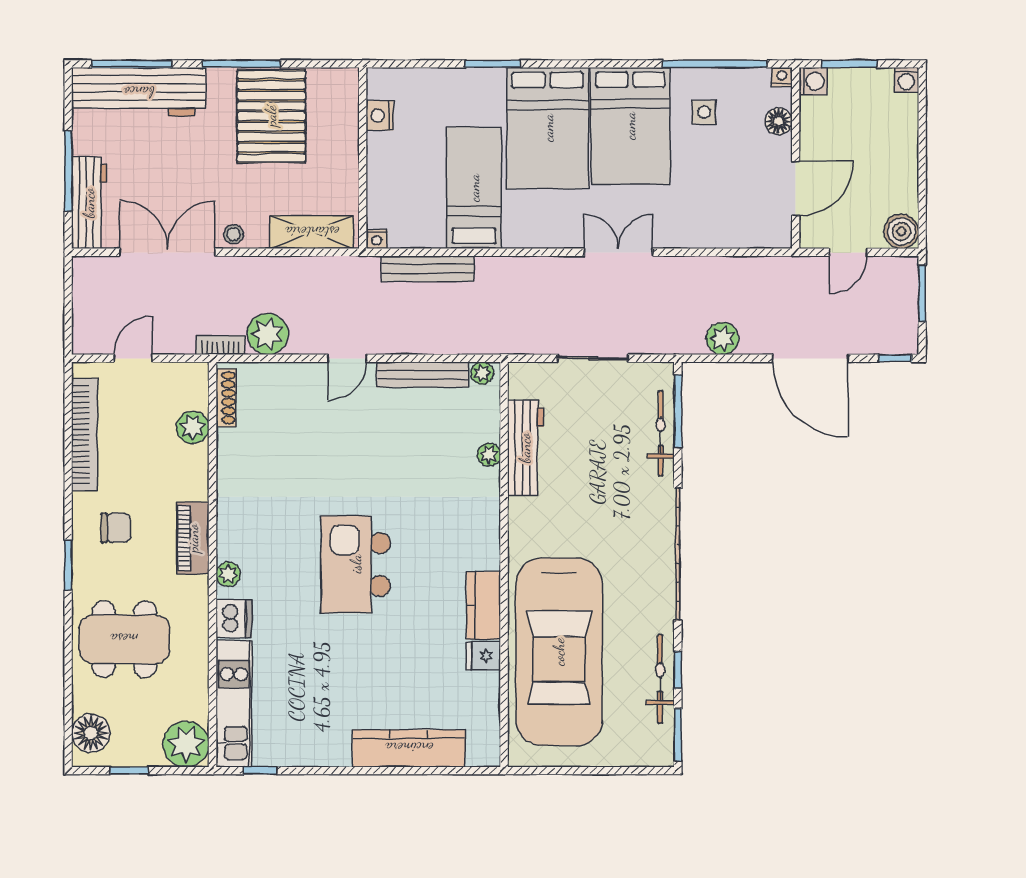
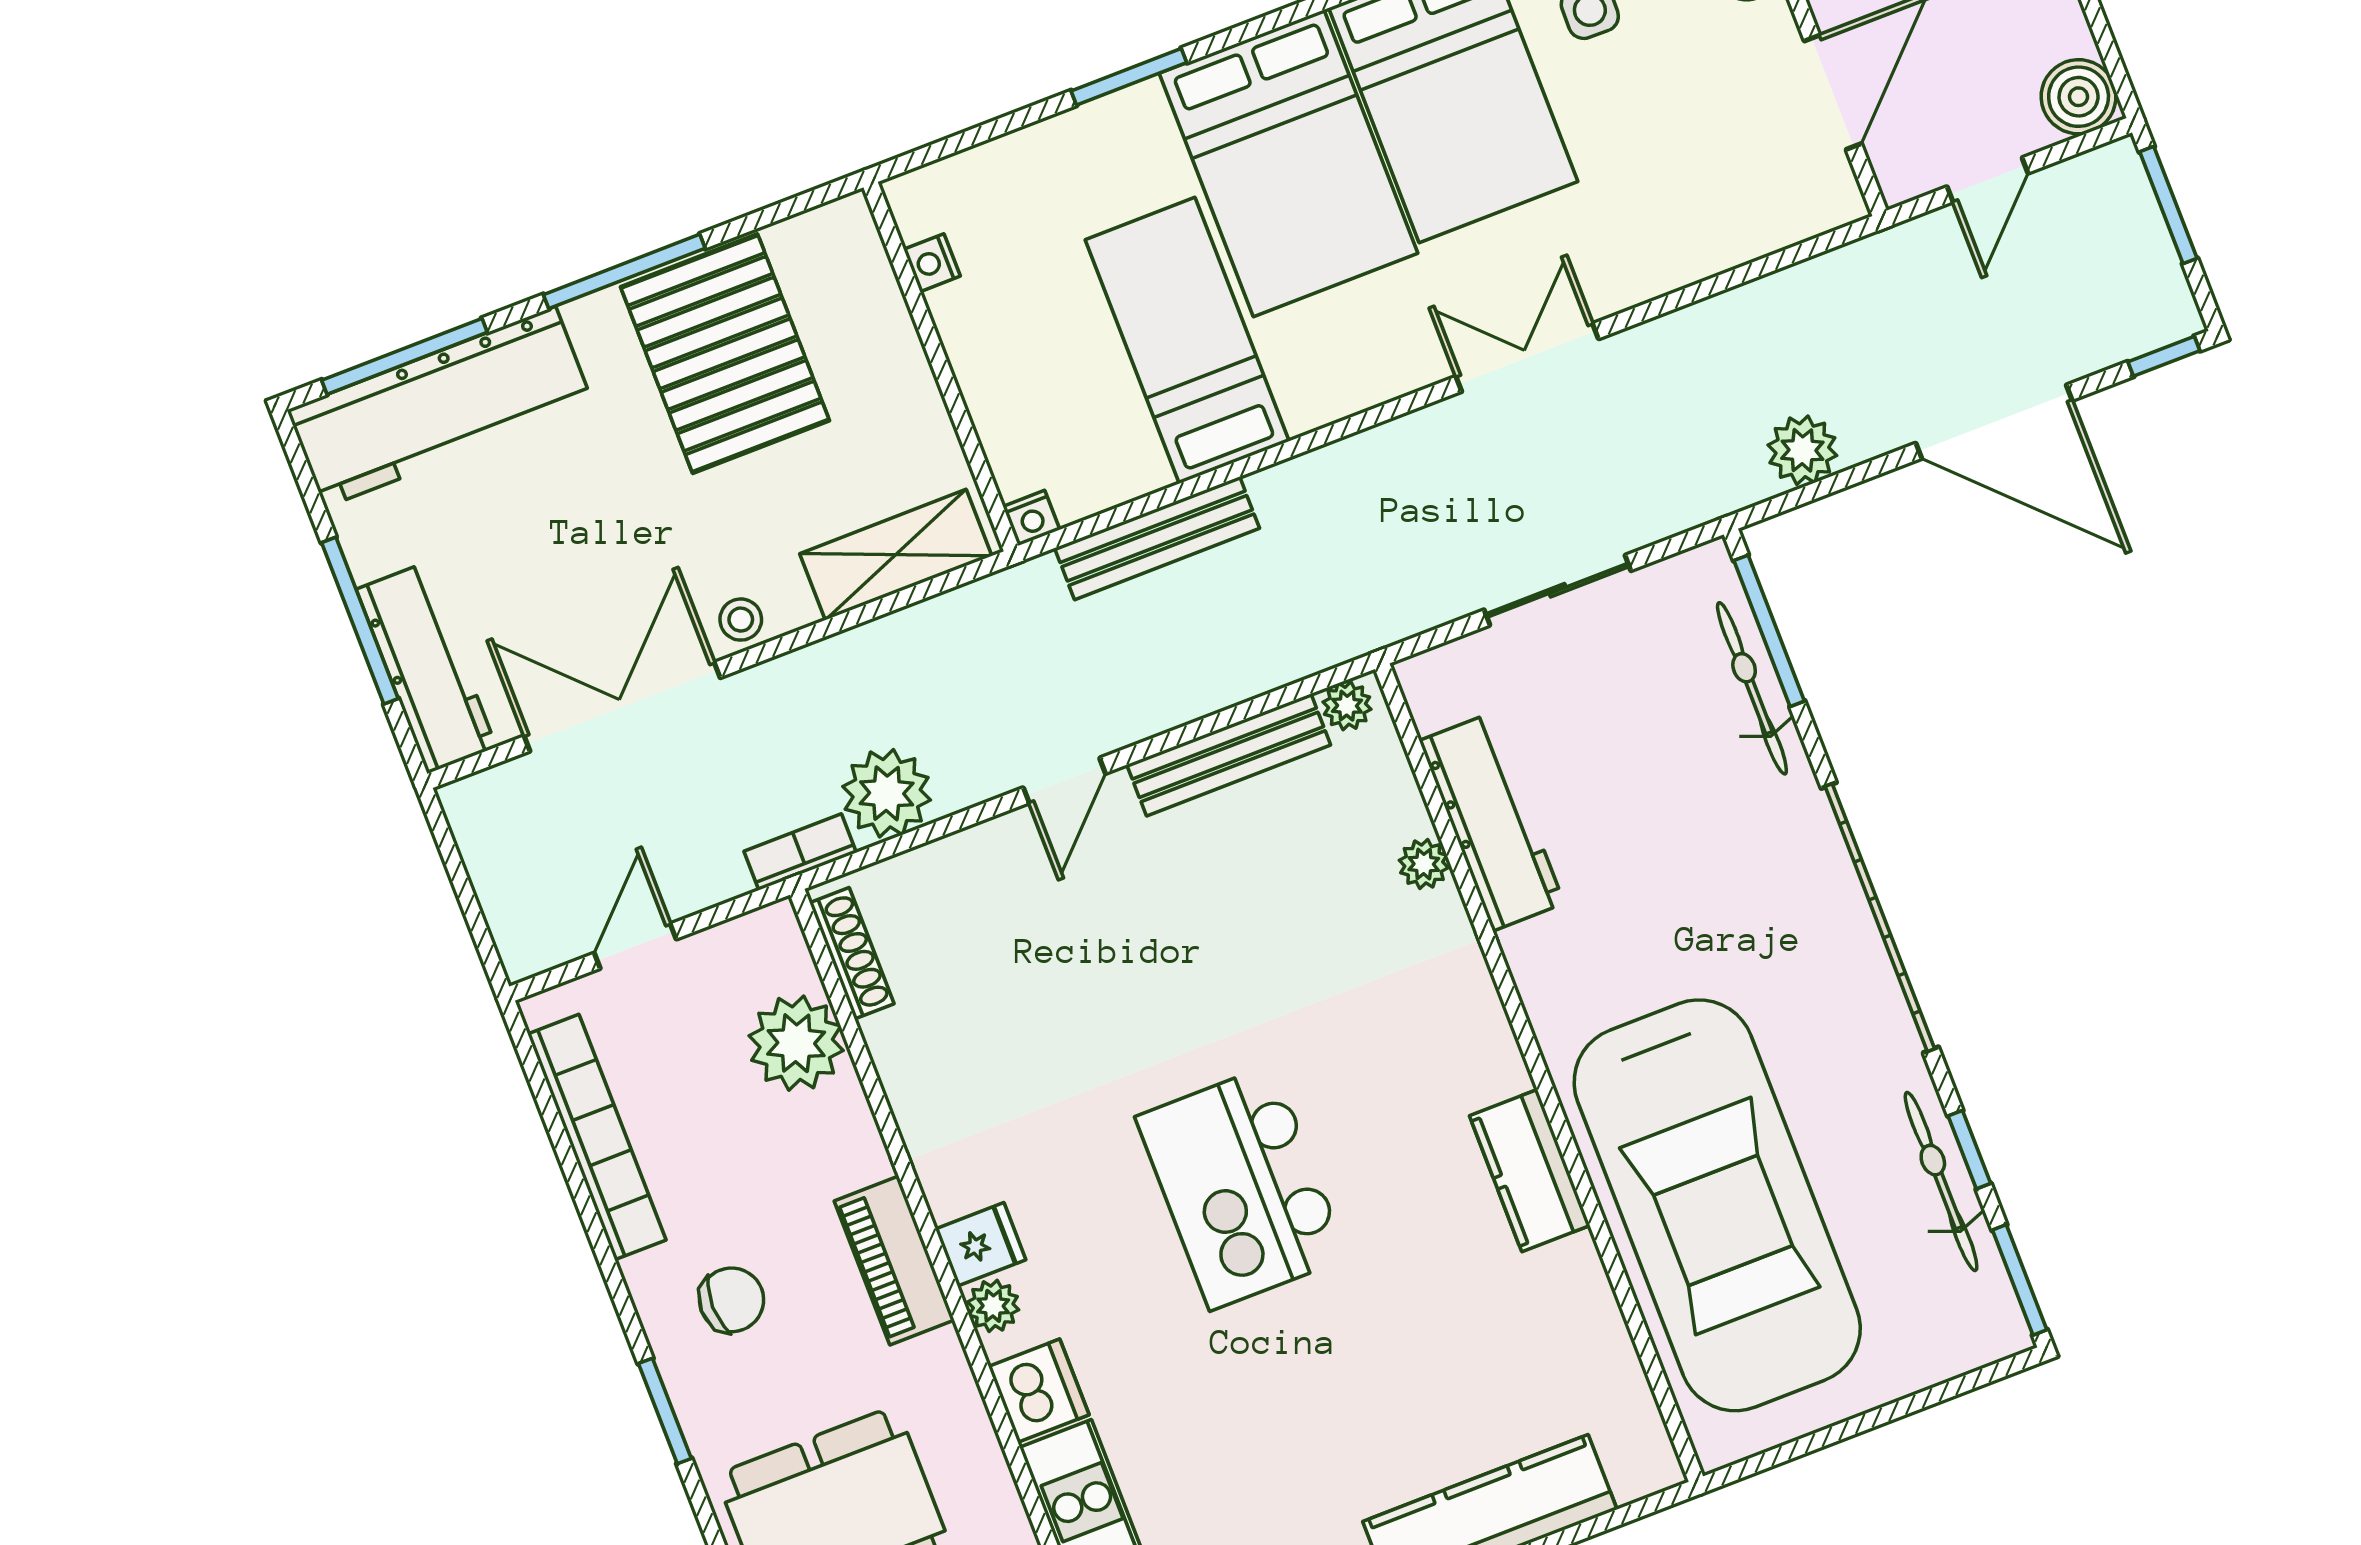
nightstand: (380, 116) -> (932, 263), width x0.72, depth x0.74
plant: (193, 427) -> (796, 1043), width x1.36, depth x1.36
fridge: (483, 656) -> (981, 1244), moved, turned 180

